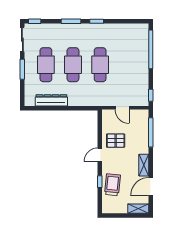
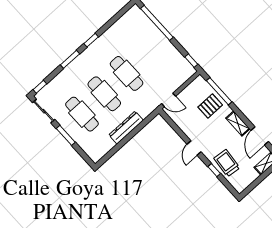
dresser: (51, 100) -> (126, 128), moved
door: (122, 108) -> (169, 100), moved
pallet: (116, 141) -> (210, 106), moved

